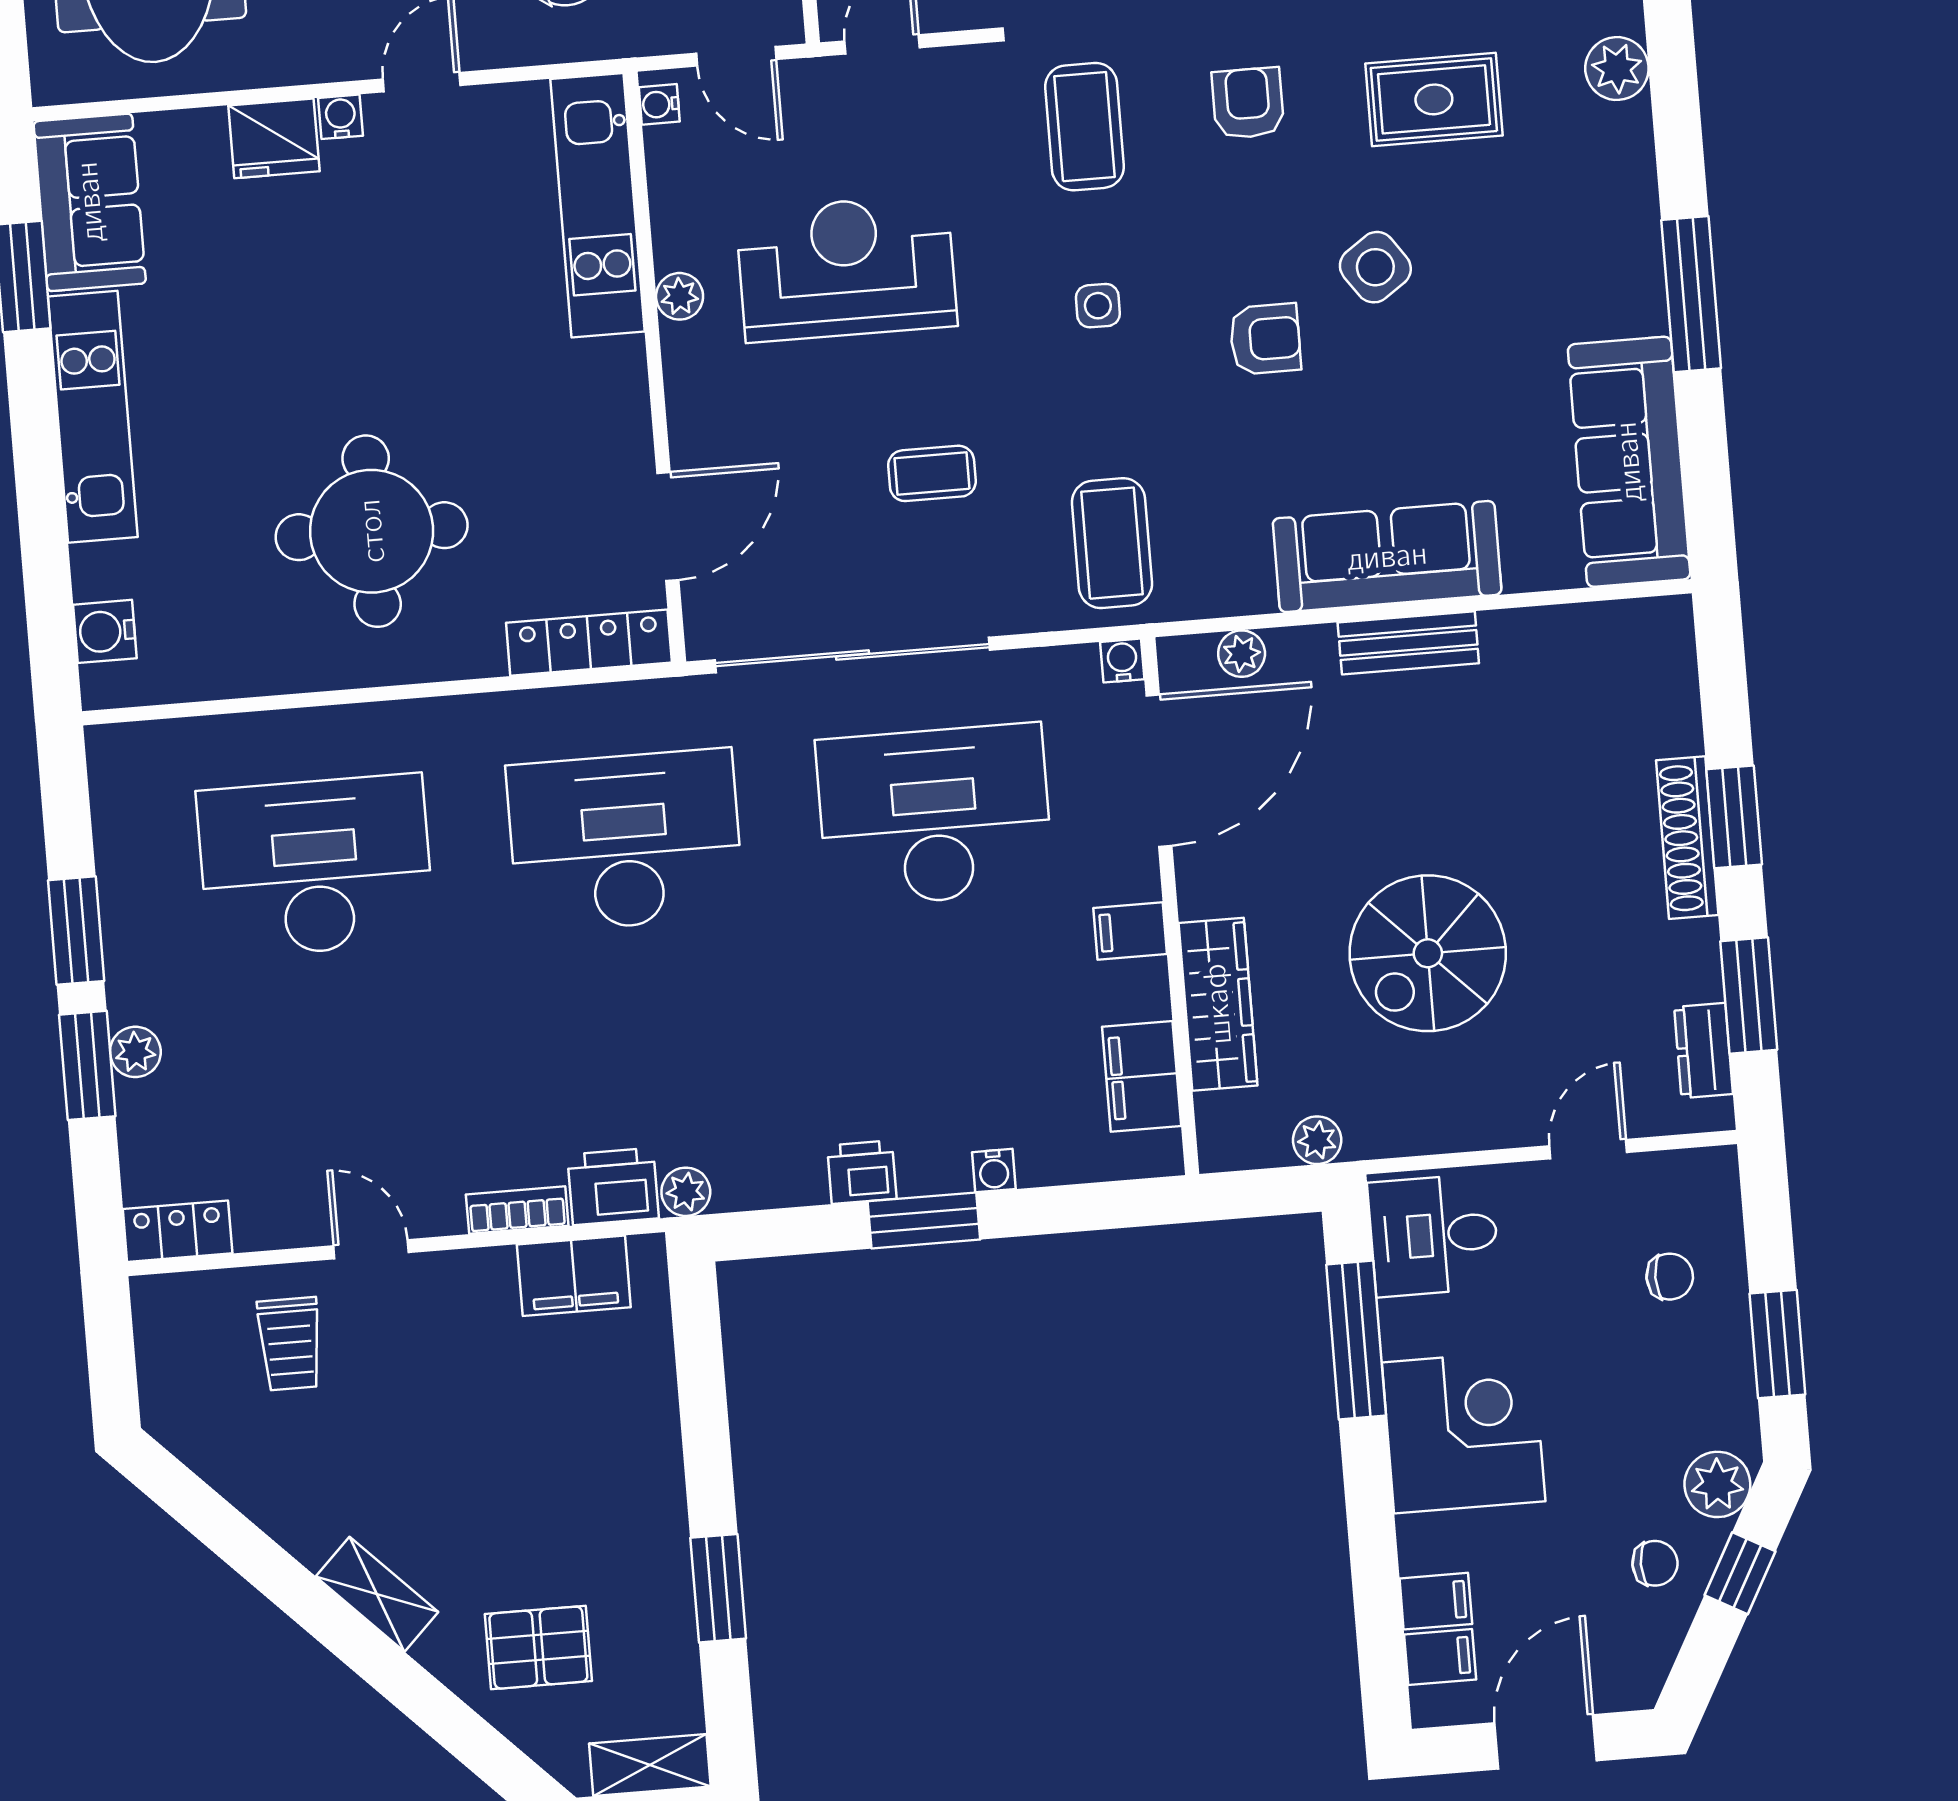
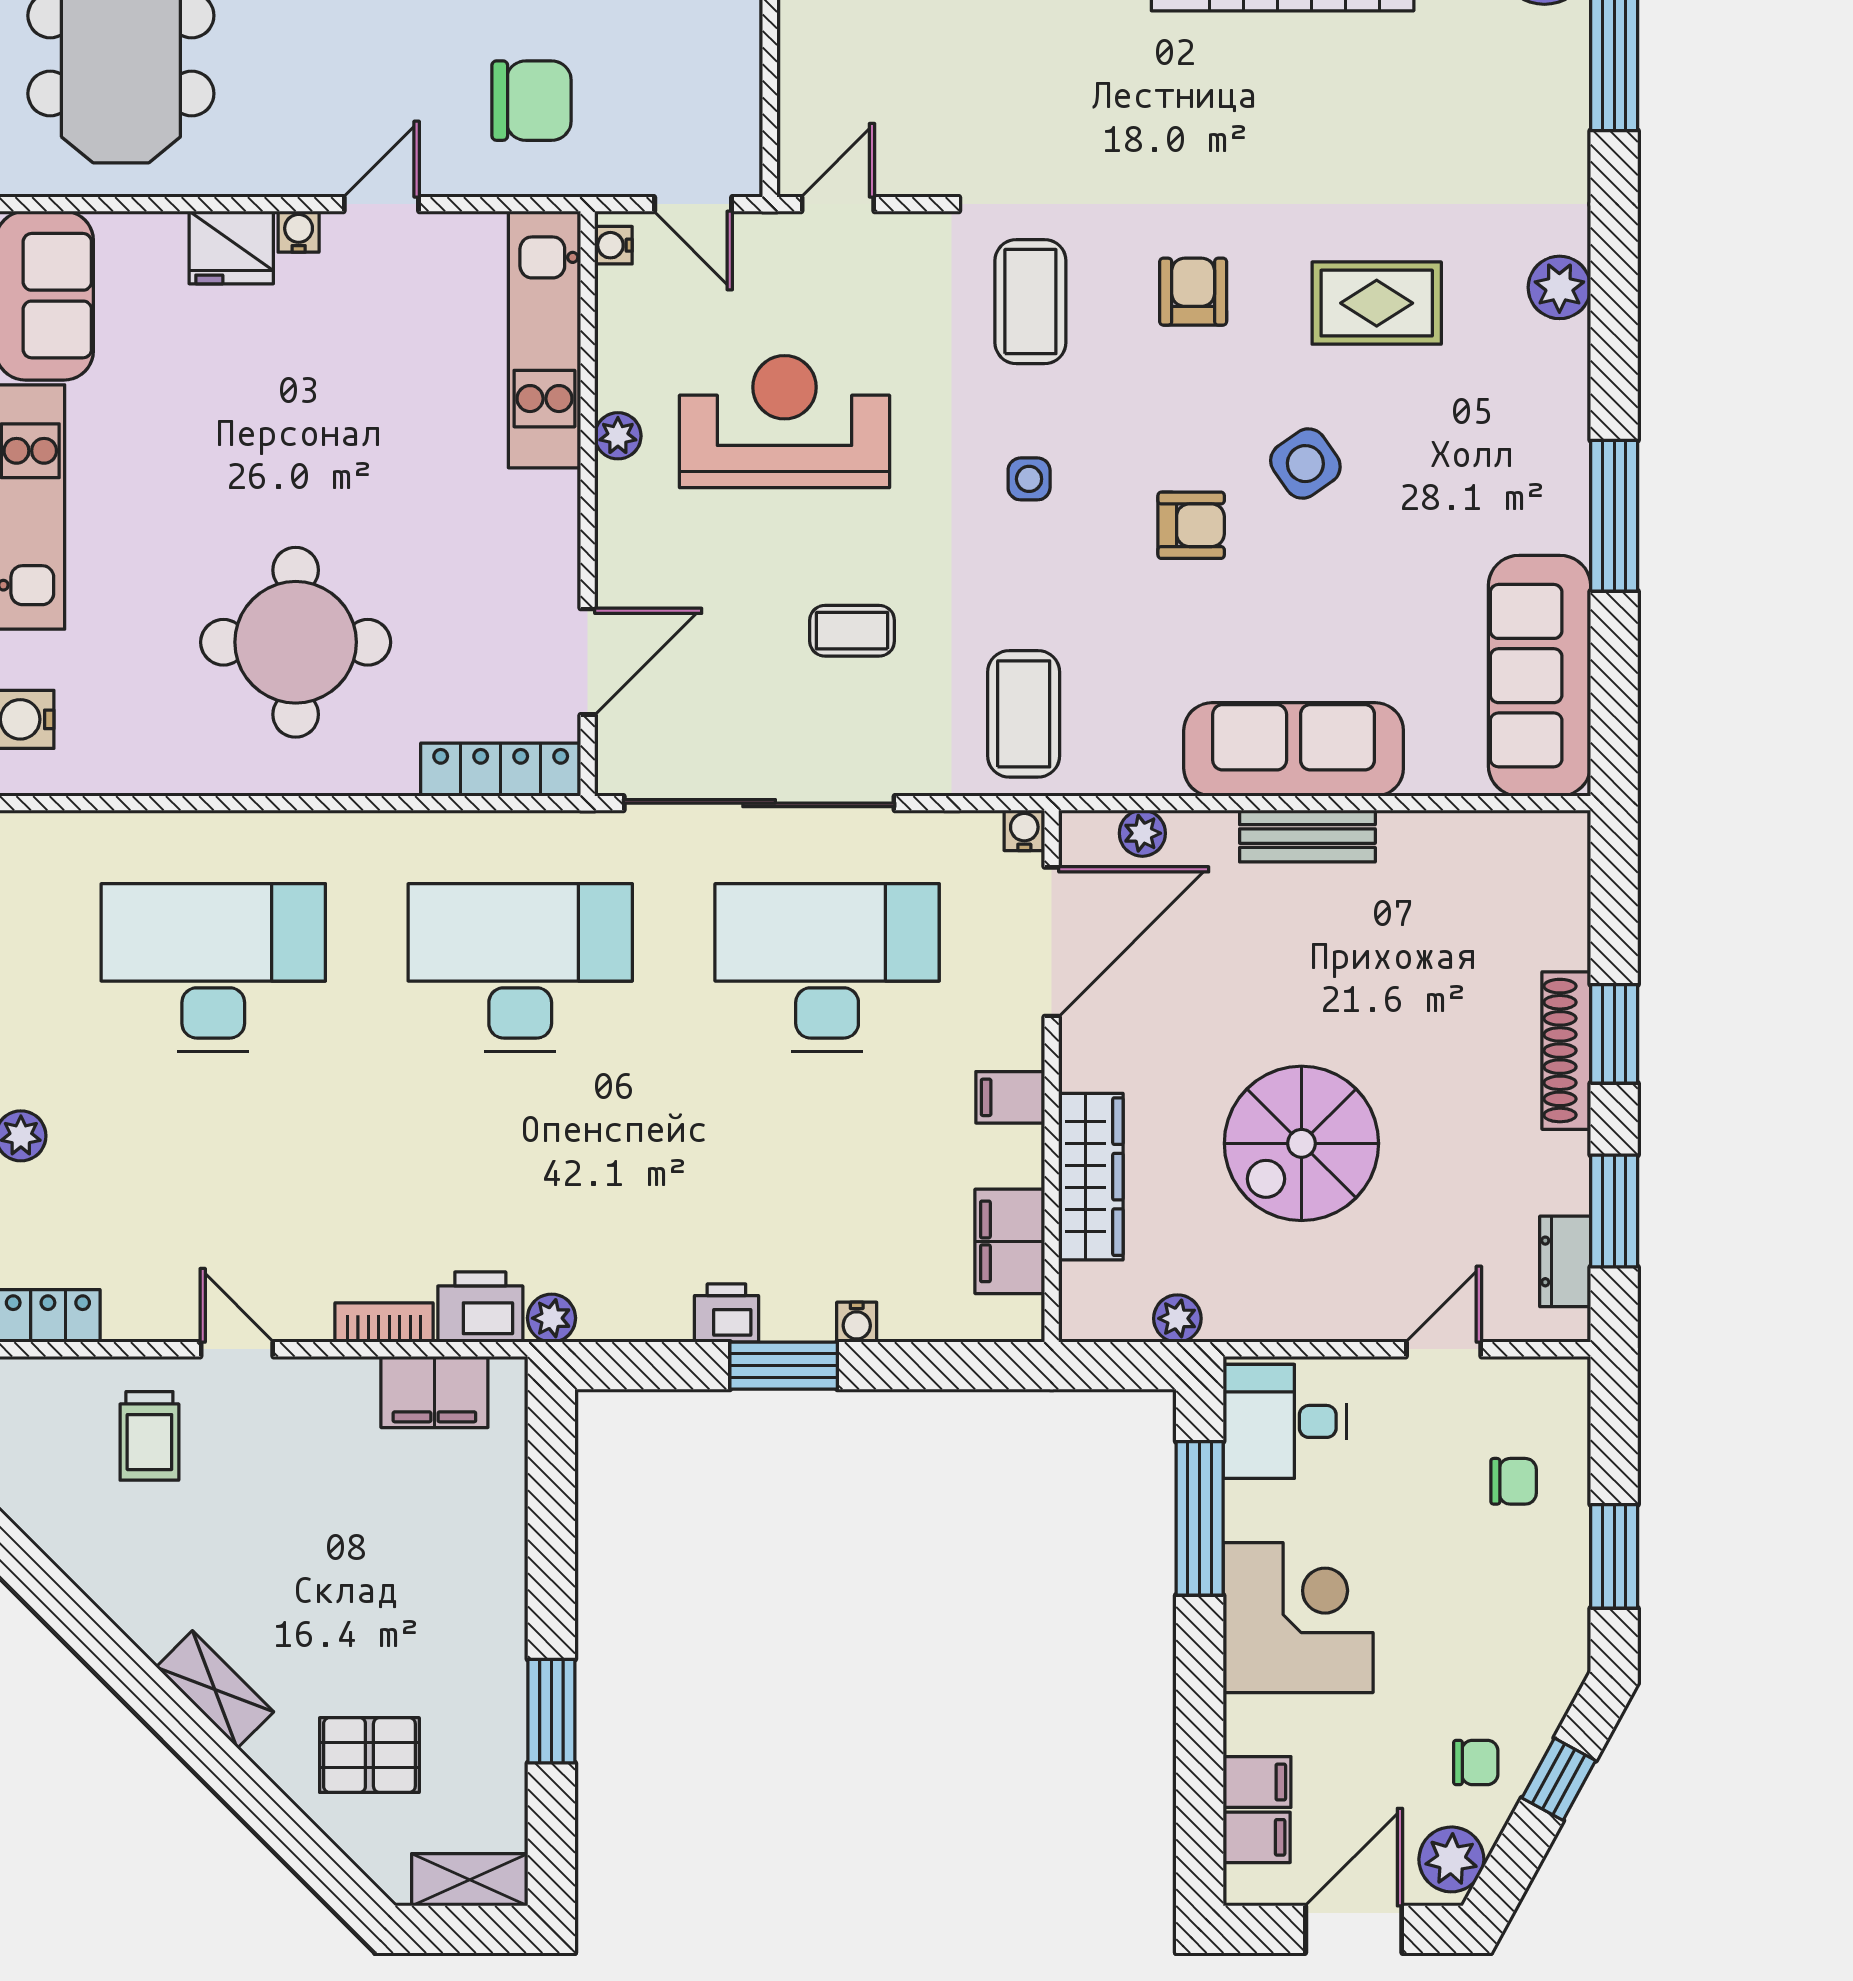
plant: (1717, 1484) -> (1451, 1859), moved

